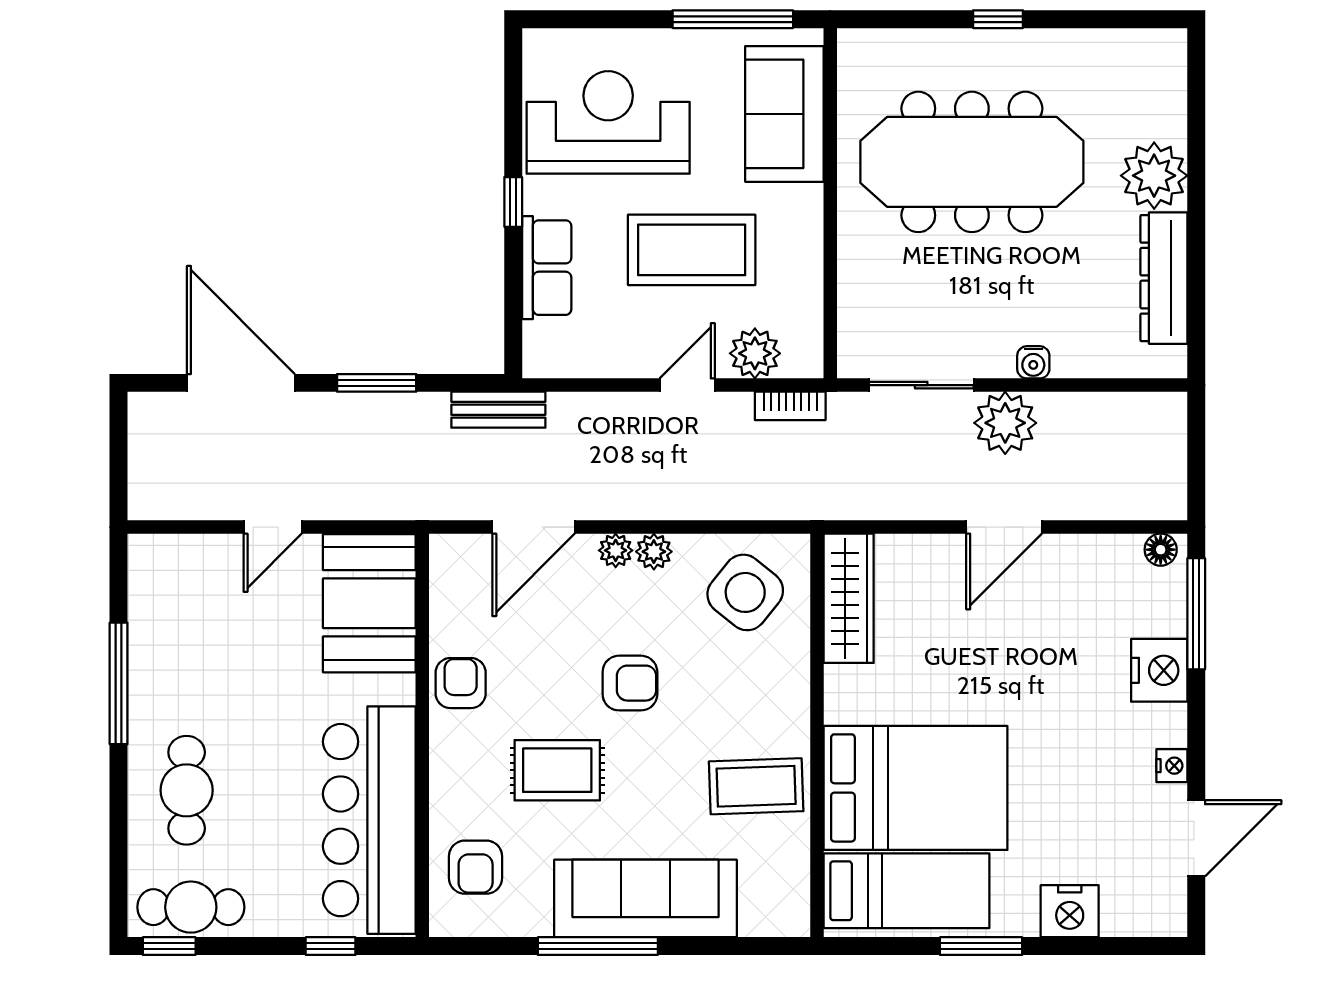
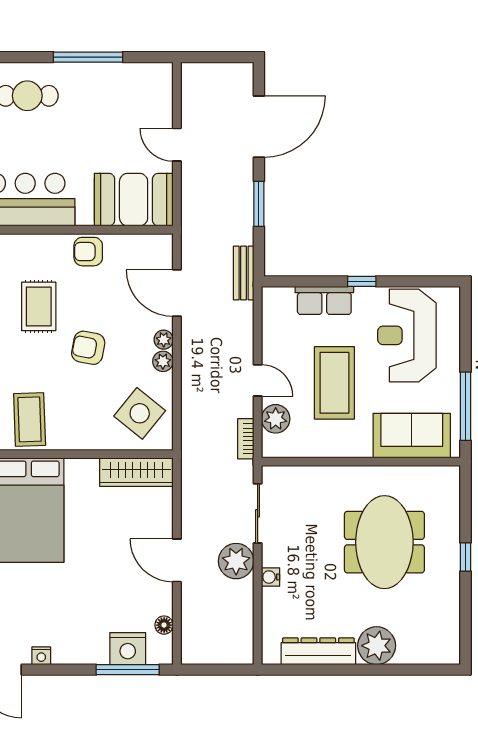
reception desk: (608, 122) -> (407, 335), turned 180
meeting table: (972, 162) -> (384, 542), width x0.73
floor lamp: (1161, 550) -> (164, 625), moved
nightstand: (1159, 670) -> (128, 649), moved
armchair: (461, 683) -> (88, 252), turned 180
armchair: (630, 683) -> (88, 348), turned 101

